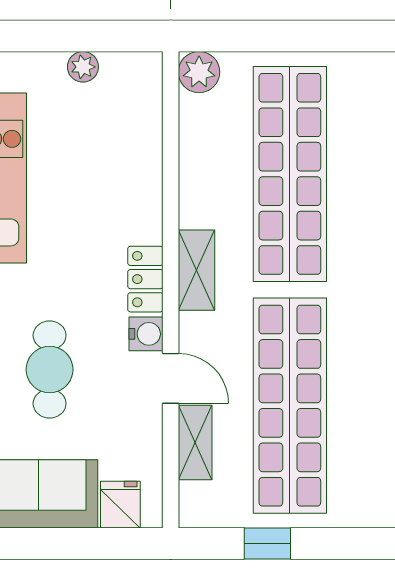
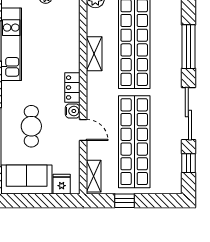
shelving: (196, 270) -> (94, 54), moved
shelving: (195, 442) -> (94, 176), moved

